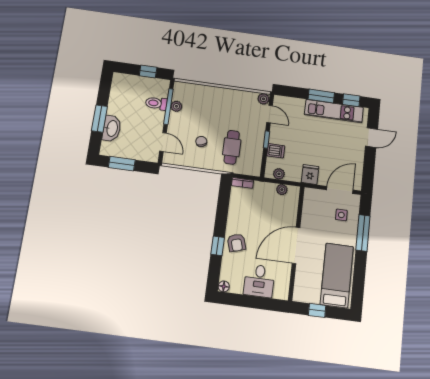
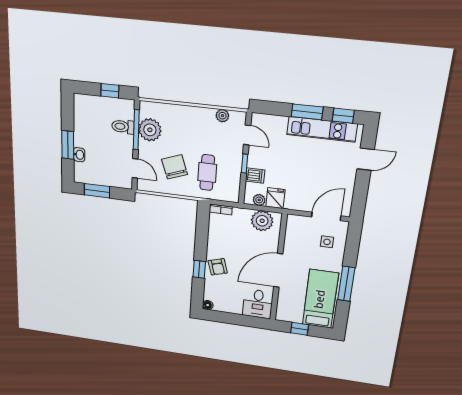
plant: (263, 99) -> (222, 116), moved
plant: (176, 106) -> (150, 130), width x1.88, depth x1.88
washbasin: (112, 128) -> (79, 155), width x0.52, depth x0.69
chair: (201, 141) -> (174, 167), width x1.87, depth x1.87
fridge: (310, 174) -> (275, 198), moved
plant: (282, 190) -> (262, 221), width x1.87, depth x1.87
window: (363, 233) -> (346, 284), moved
desk: (259, 281) -> (258, 304), moved

